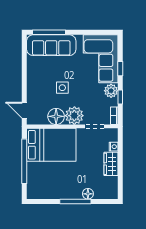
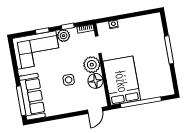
wardrobe: (111, 164) -> (129, 24), removed
floor lamp: (88, 194) -> (160, 40), removed

